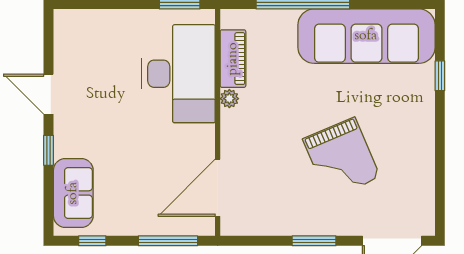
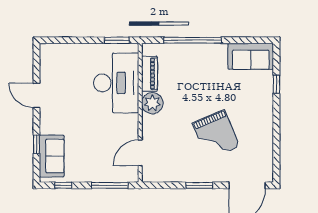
sofa: (366, 36) -> (251, 56), width x0.54, depth x0.79
plant: (229, 99) -> (152, 103), width x1.88, depth x1.88
window: (49, 150) -> (36, 144), moved
door: (218, 188) -> (140, 153), width x0.73

